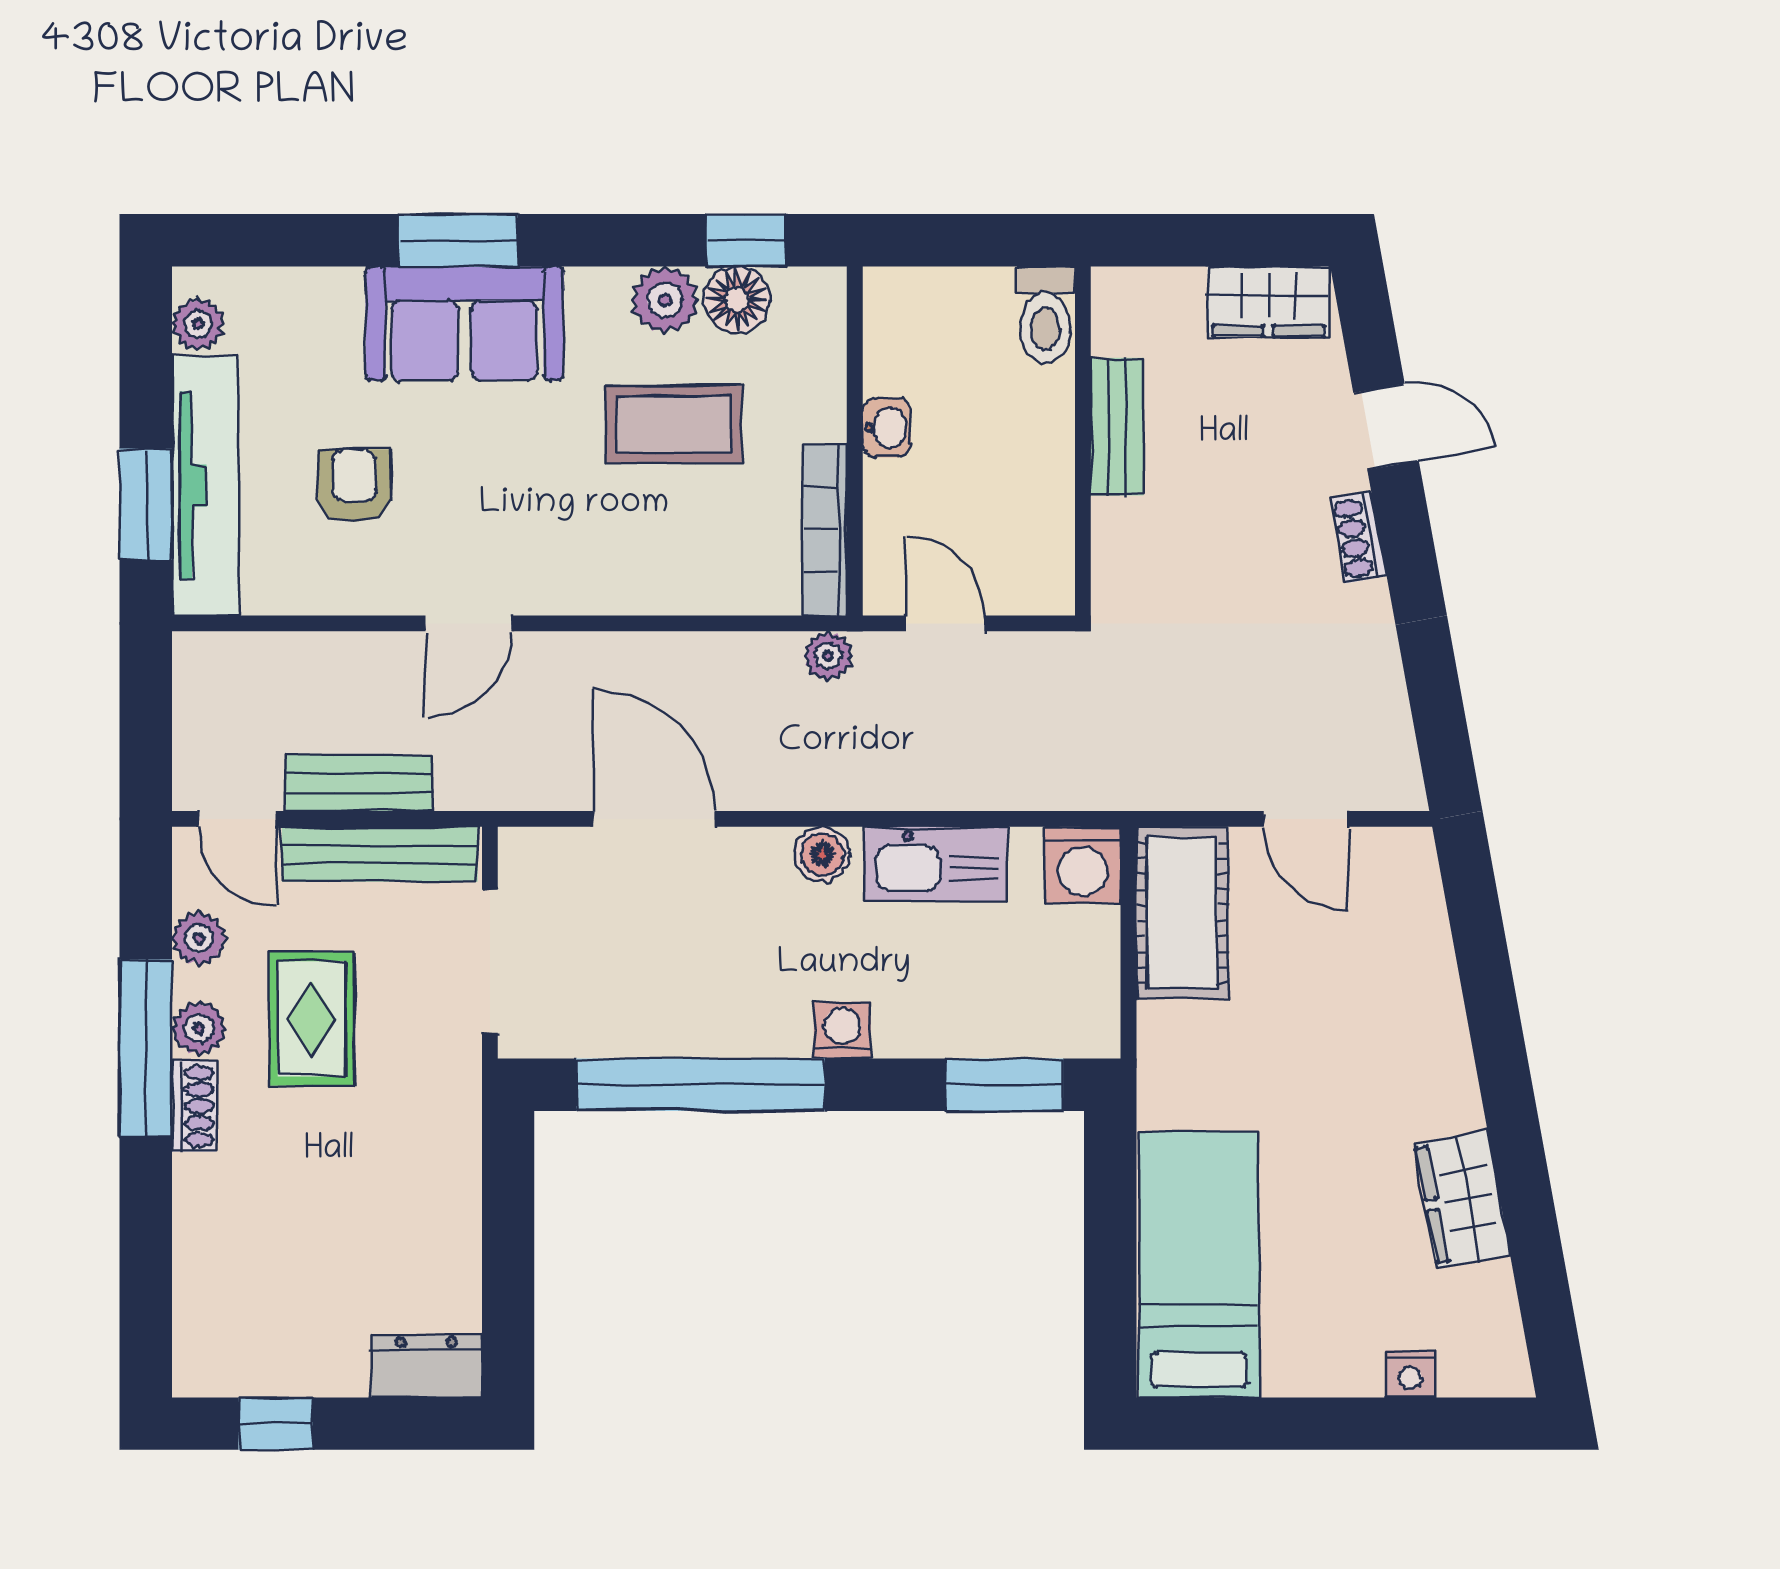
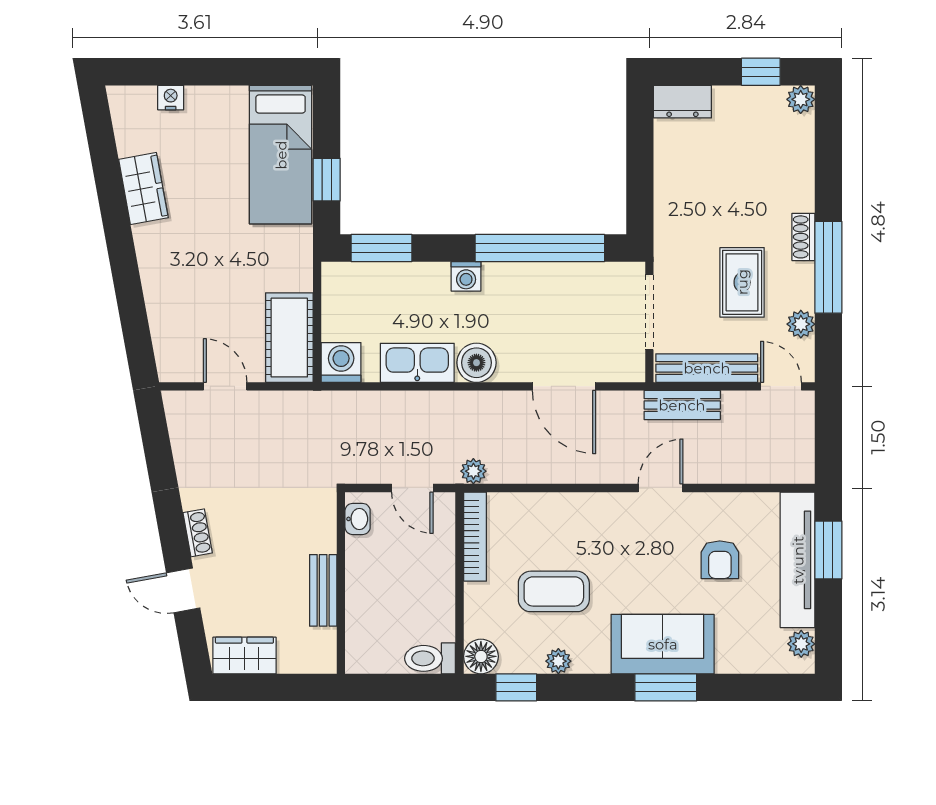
plant: (665, 300) -> (558, 661), width x0.73, depth x0.73
floor lamp: (737, 300) -> (481, 656), moved
toilet: (1045, 315) -> (430, 658), moved, turned -90
washbasin: (887, 428) -> (358, 519), moved, turned 180
bench: (359, 783) -> (682, 405), moved
boiler: (822, 854) -> (476, 363), width x1.36, depth x1.36
plant: (199, 1028) -> (801, 99), moved
window: (1110, 1216) -> (327, 180), added

